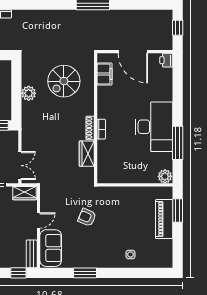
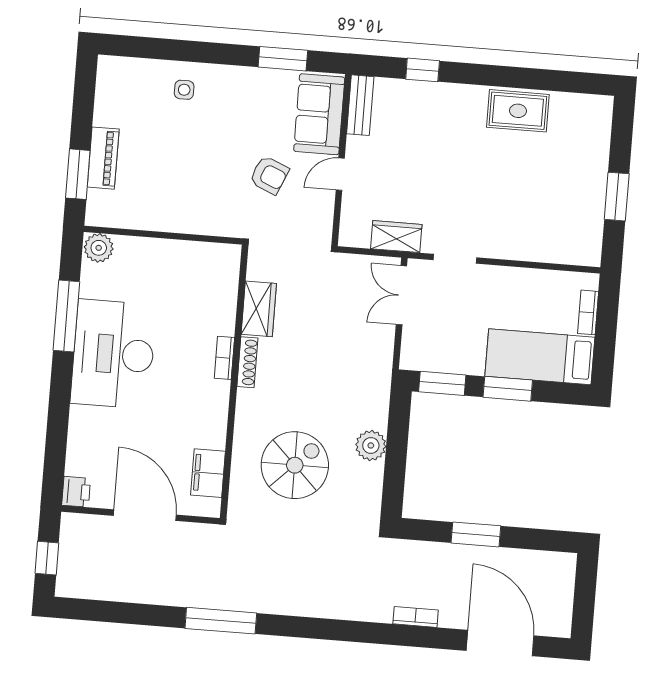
piano: (164, 219) -> (103, 158), width x0.73, depth x0.75
door: (39, 220) -> (340, 174), moved
wall: (39, 227) -> (341, 160), moved
sofa: (51, 248) -> (319, 114), moved
bench: (32, 254) -> (360, 105), moved

